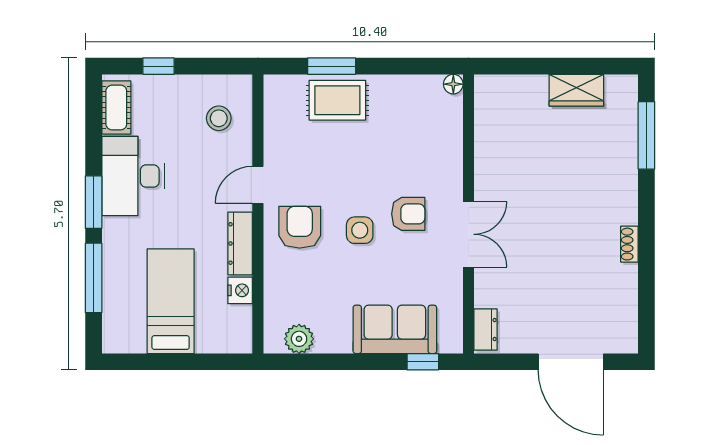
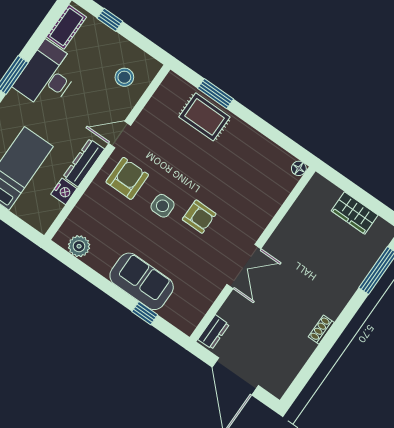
floor lamp: (453, 84) -> (299, 168), moved
wall: (469, 214) -> (253, 254), moved
double door: (469, 234) -> (244, 267), moved
dresser: (486, 330) -> (214, 332), moved

